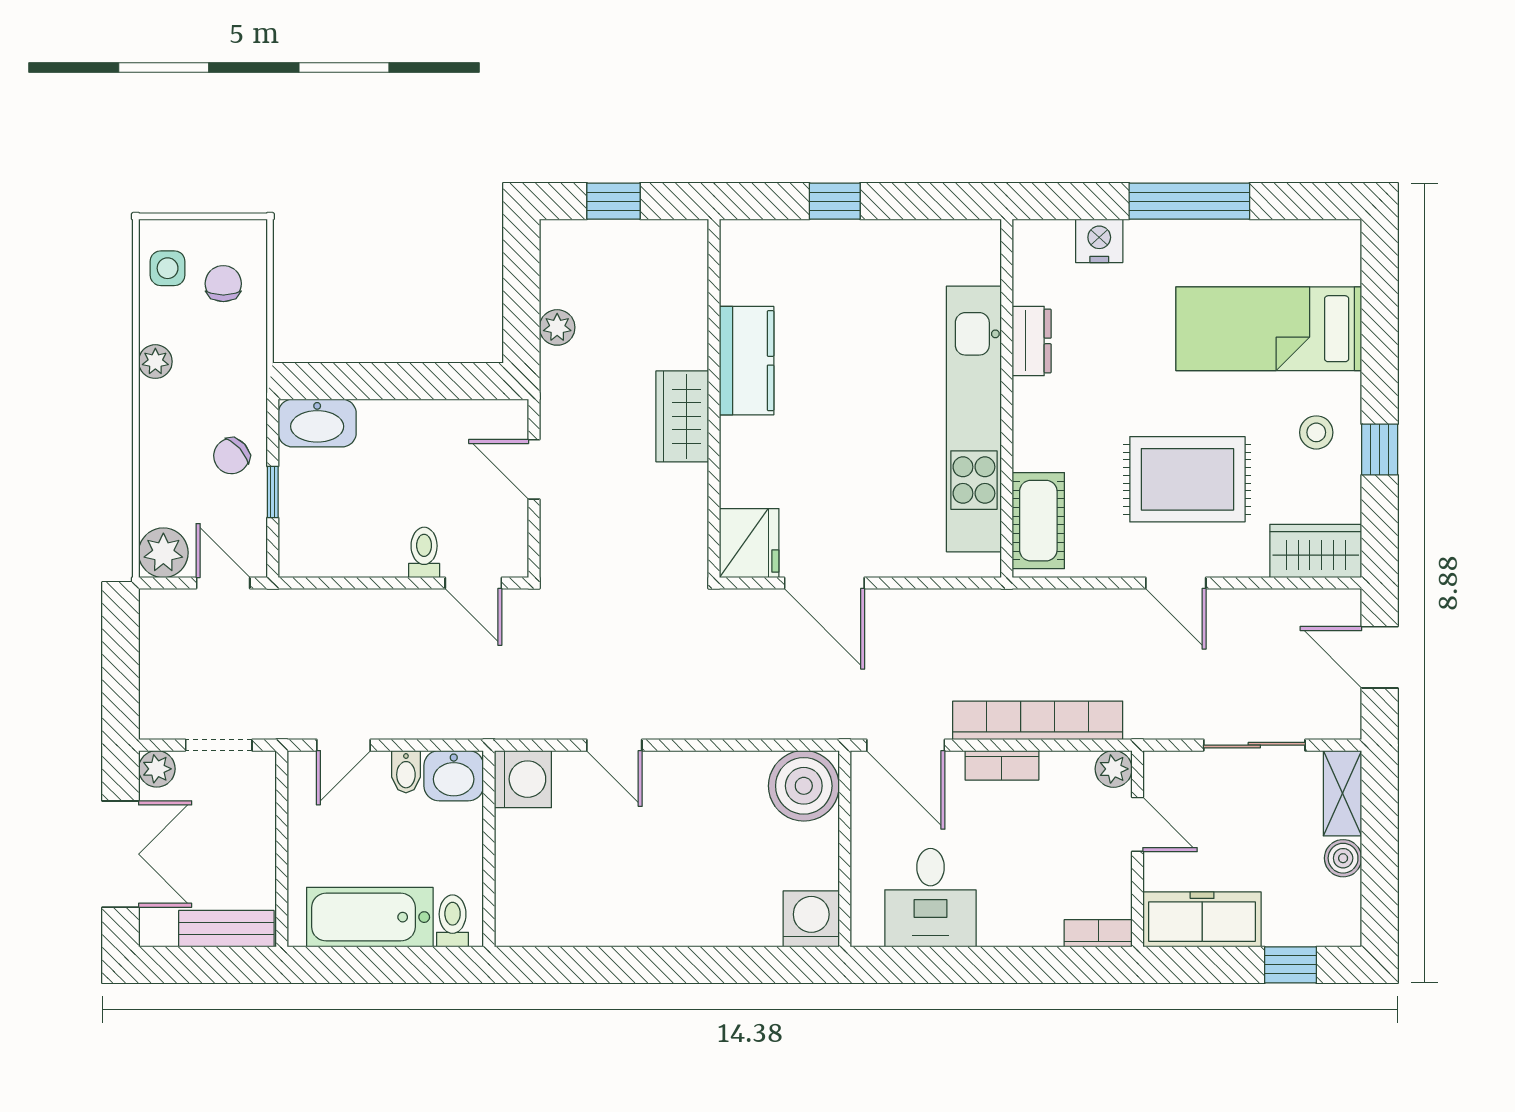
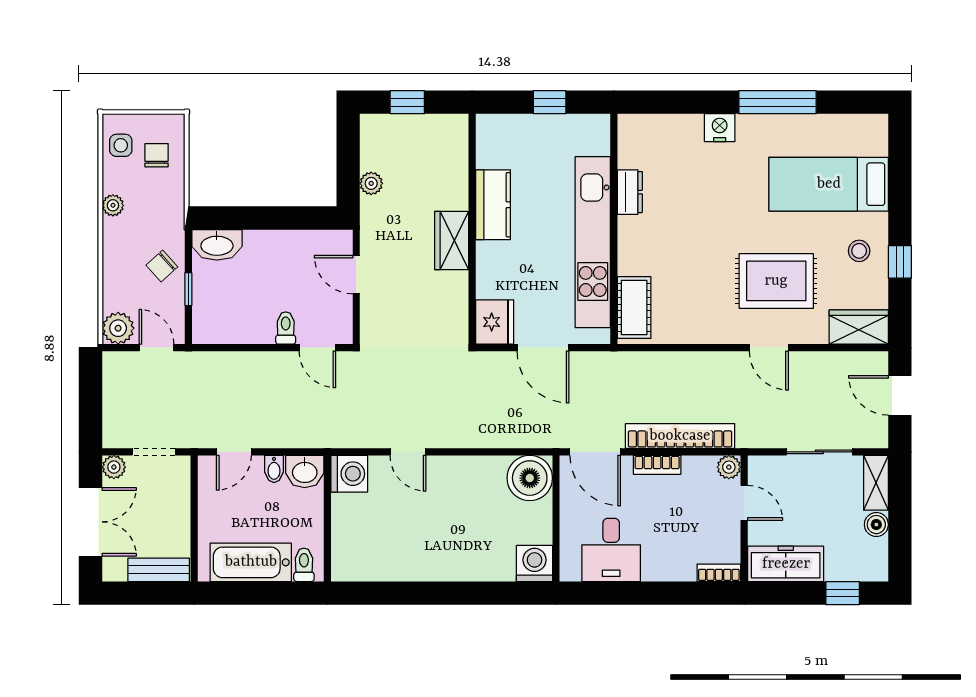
dresser: (1032, 341) -> (630, 192), moved
wall: (1007, 398) -> (614, 229), moved
kitchen unit: (974, 419) -> (593, 242), moved
cot: (1038, 521) -> (634, 308), moved

